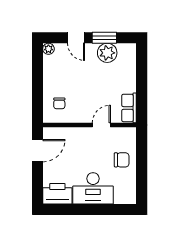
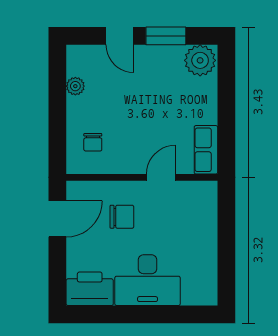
plant: (48, 49) -> (75, 86), moved
plant: (107, 53) -> (200, 60), moved
chair: (122, 160) -> (122, 217), moved

